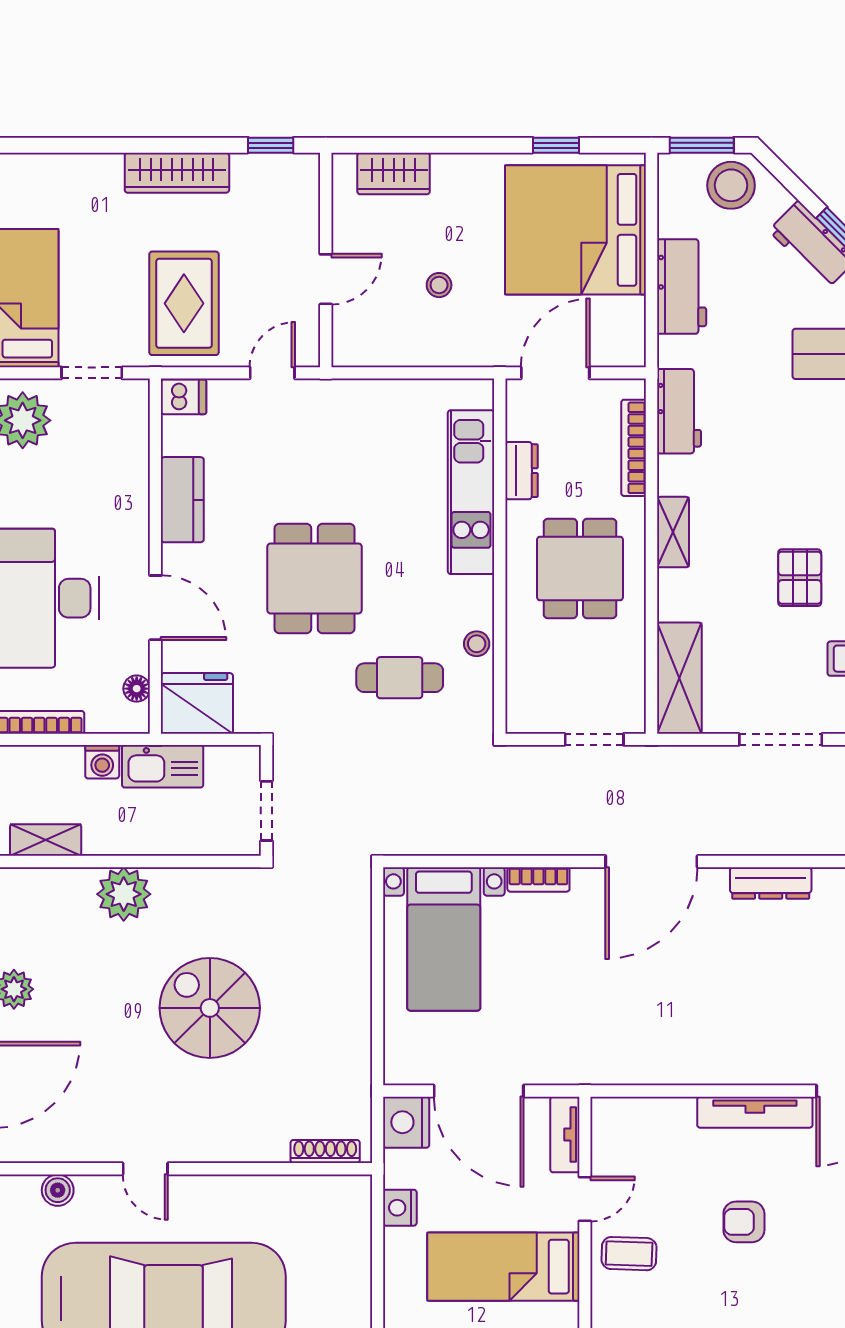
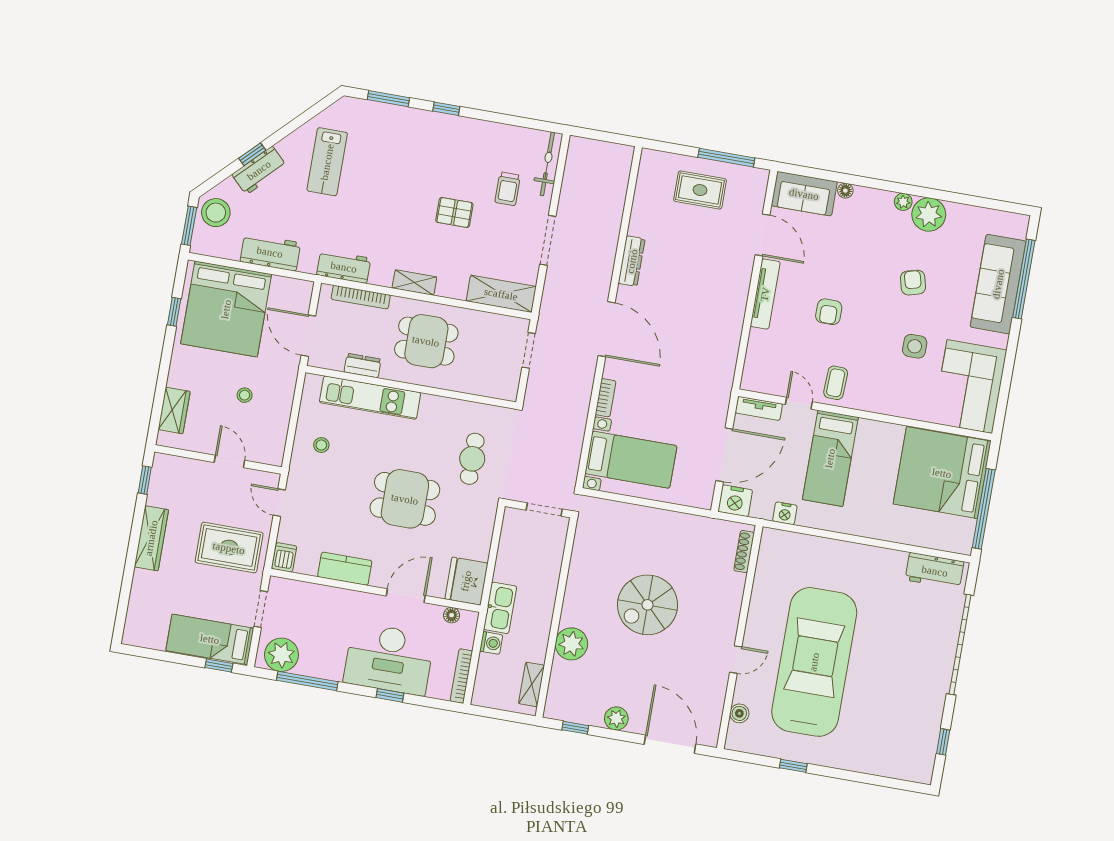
stool: (477, 644) -> (321, 445), moved
wall: (267, 800) -> (538, 509), moved
doorway: (267, 811) -> (544, 510), moved

